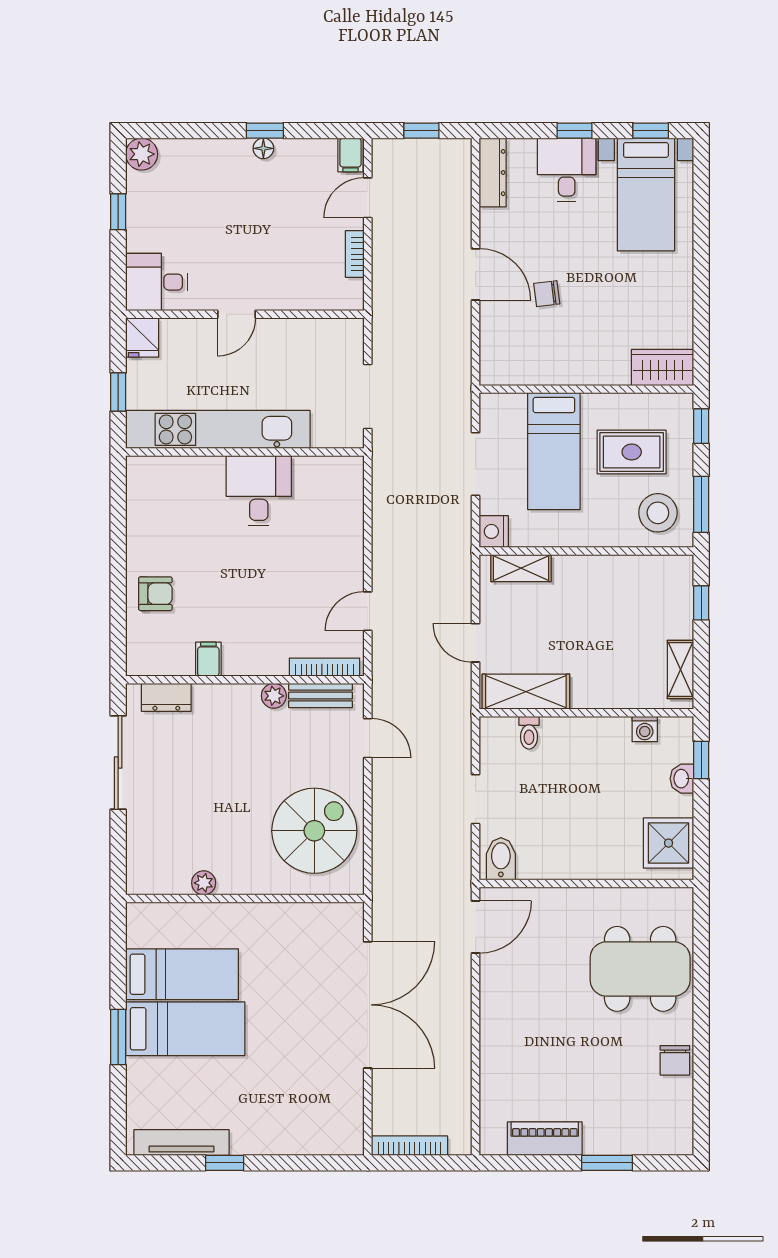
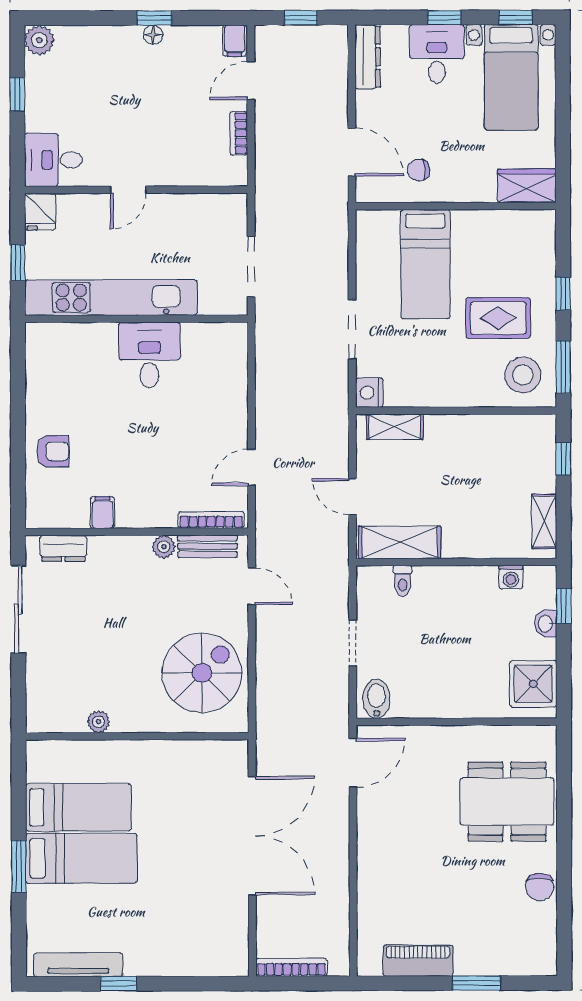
wardrobe: (662, 367) -> (527, 186), moved
wall: (586, 389) -> (456, 206), moved
bed: (554, 451) -> (425, 264), moved

